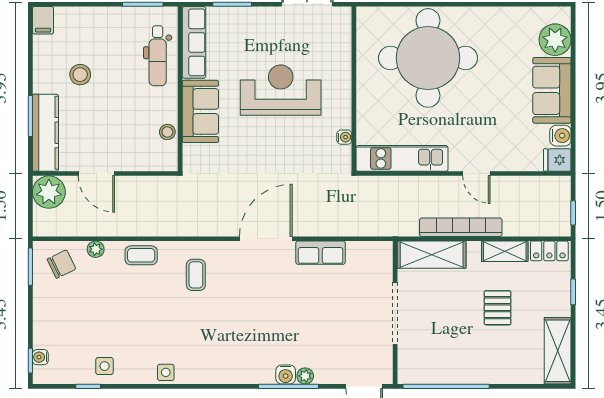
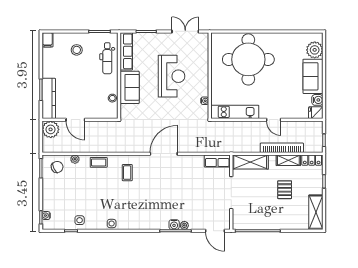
stool: (80, 75) -> (77, 50), moved
reception desk: (281, 90) -> (171, 76), turned 90
bookcase: (461, 227) -> (282, 148), moved
row of seats: (321, 253) -> (217, 161), moved

